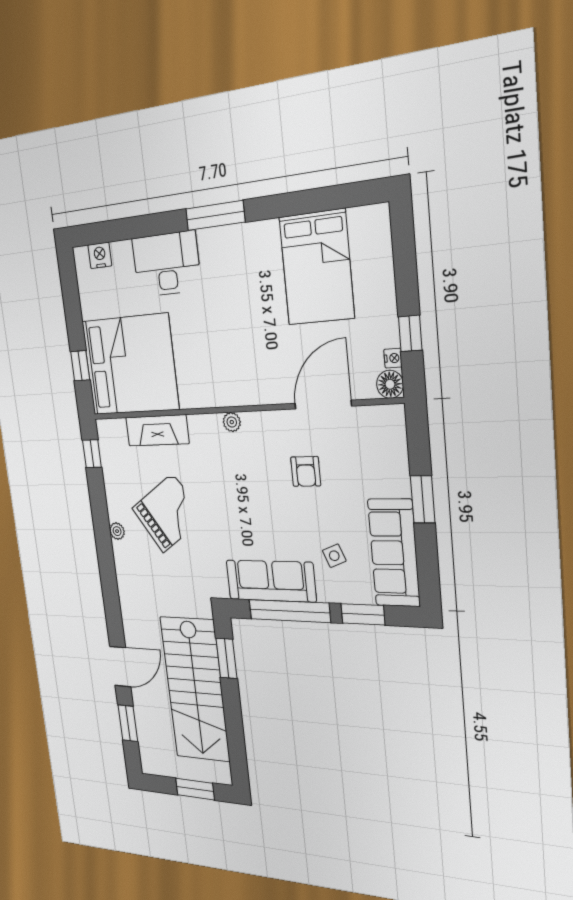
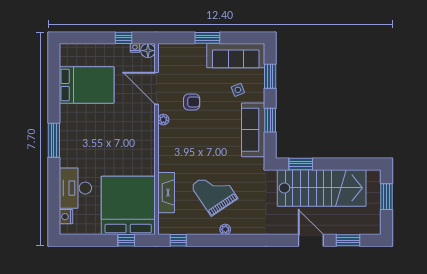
desk: (166, 264) -> (75, 188), moved
plant: (232, 422) -> (163, 120), moved
window: (289, 611) -> (270, 120), width x0.47

